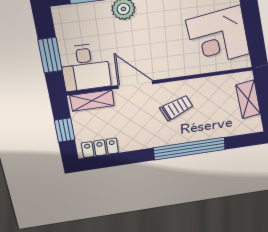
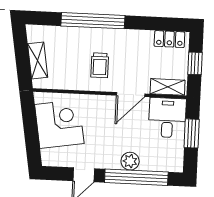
door: (135, 85) -> (131, 95), hinge flipped
trolley: (176, 108) -> (100, 65), turned -66

